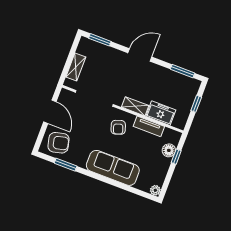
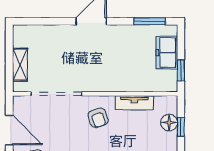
window: (100, 40) -> (36, 21), removed
window: (196, 104) -> (181, 70), moved
shelving: (135, 106) -> (109, 85), removed
freezer: (161, 113) -> (167, 53), moved, turned -90

